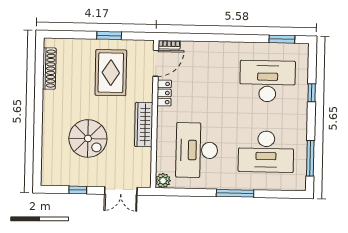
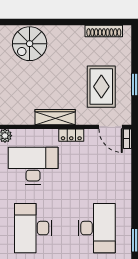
rug: (111, 73) -> (101, 87), turned 90
locker: (164, 93) -> (71, 135), moved
spiral stairs: (88, 138) -> (30, 44), moved

